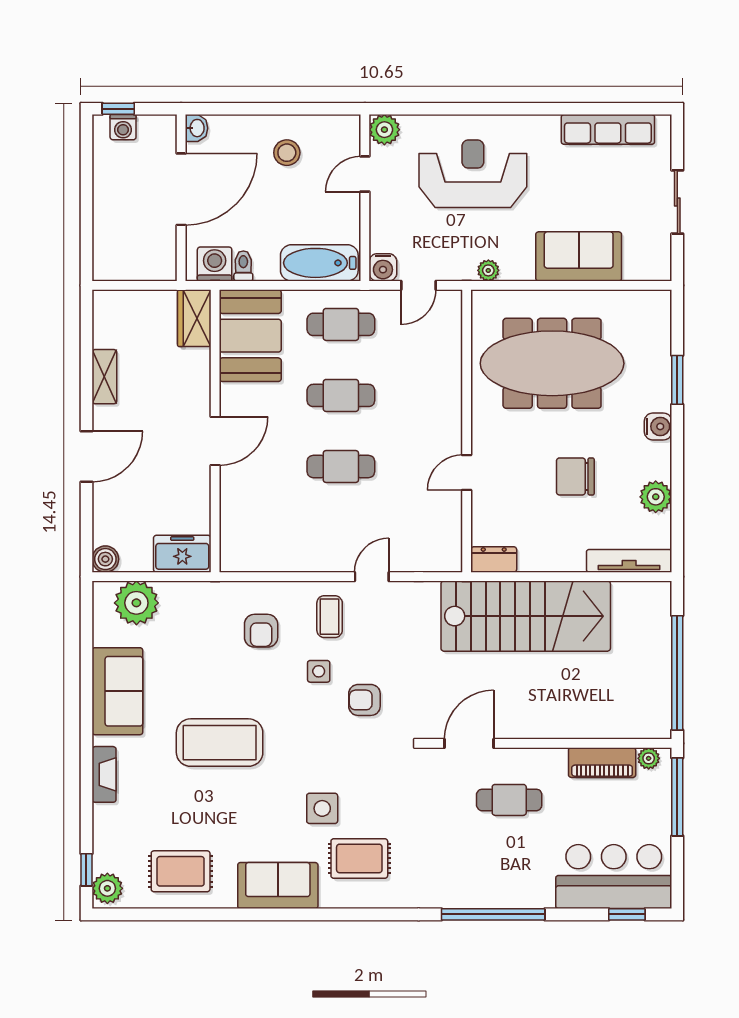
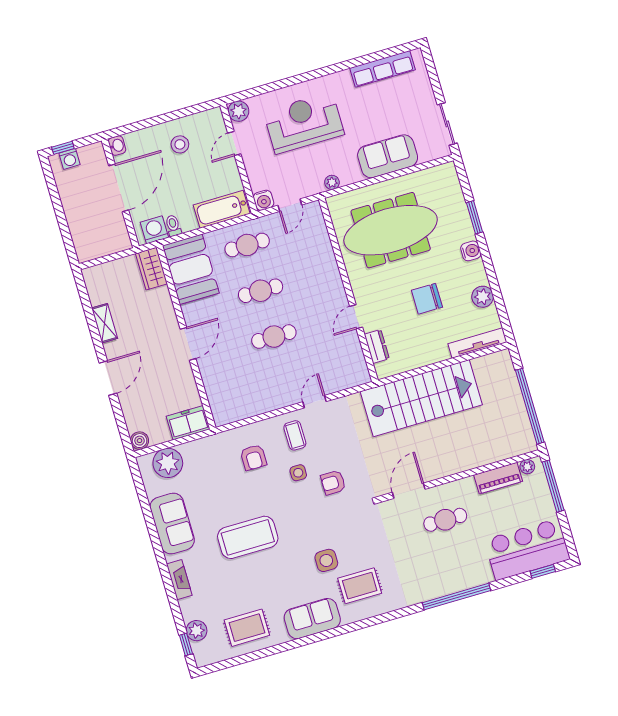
sliding door: (677, 202) -> (447, 124), moved
dresser: (494, 560) -> (377, 346), moved, turned 90
plant: (107, 888) -> (197, 631), moved

